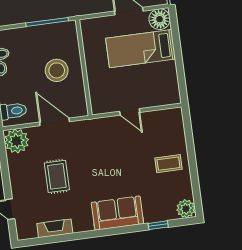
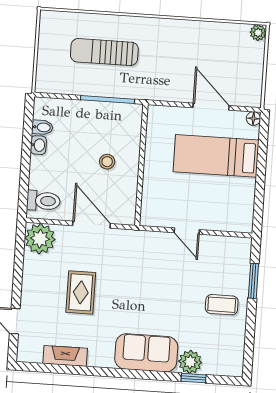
floor lamp: (160, 19) -> (253, 119), width x0.53, depth x0.53
stool: (57, 70) -> (107, 162), width x0.53, depth x0.53
window: (189, 140) -> (253, 281), added
plant: (186, 209) -> (190, 362), moved

